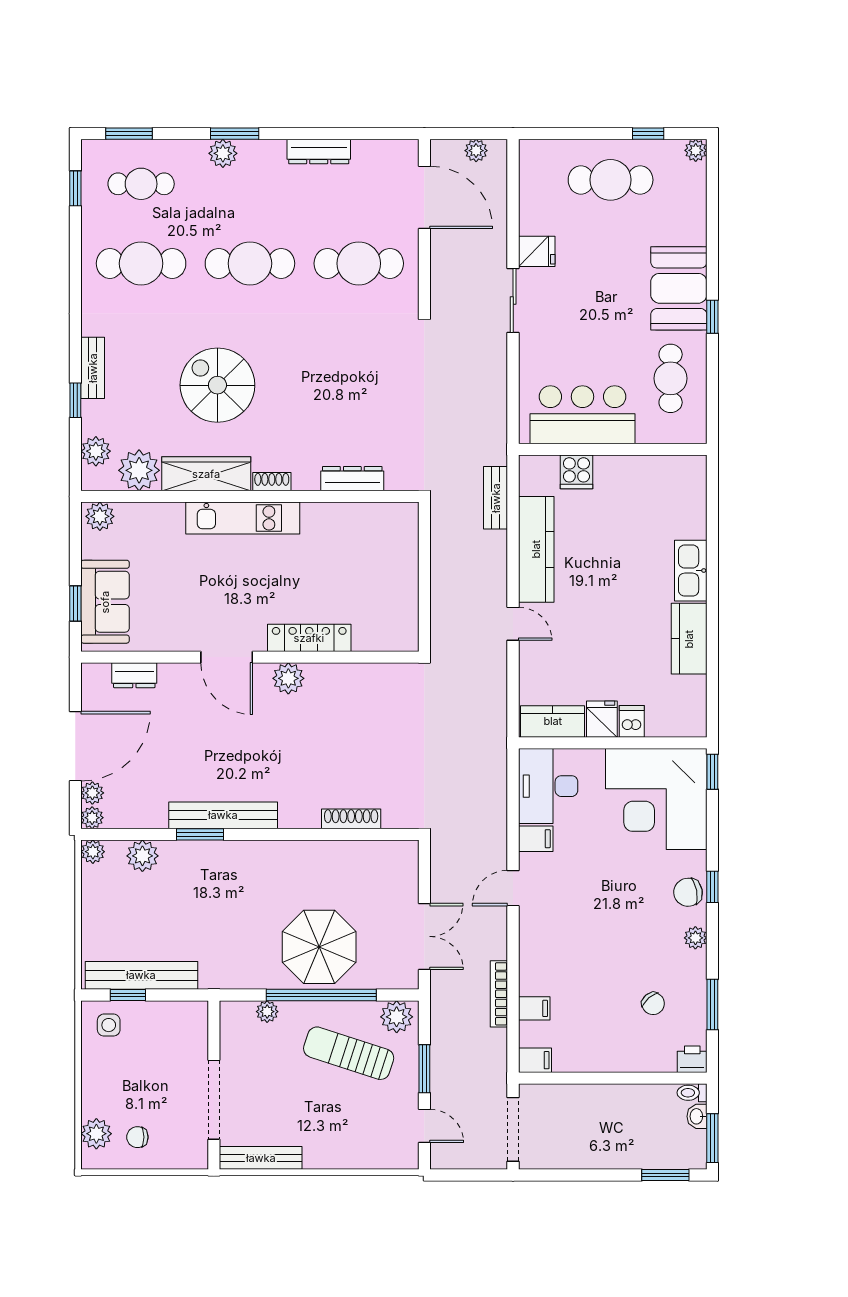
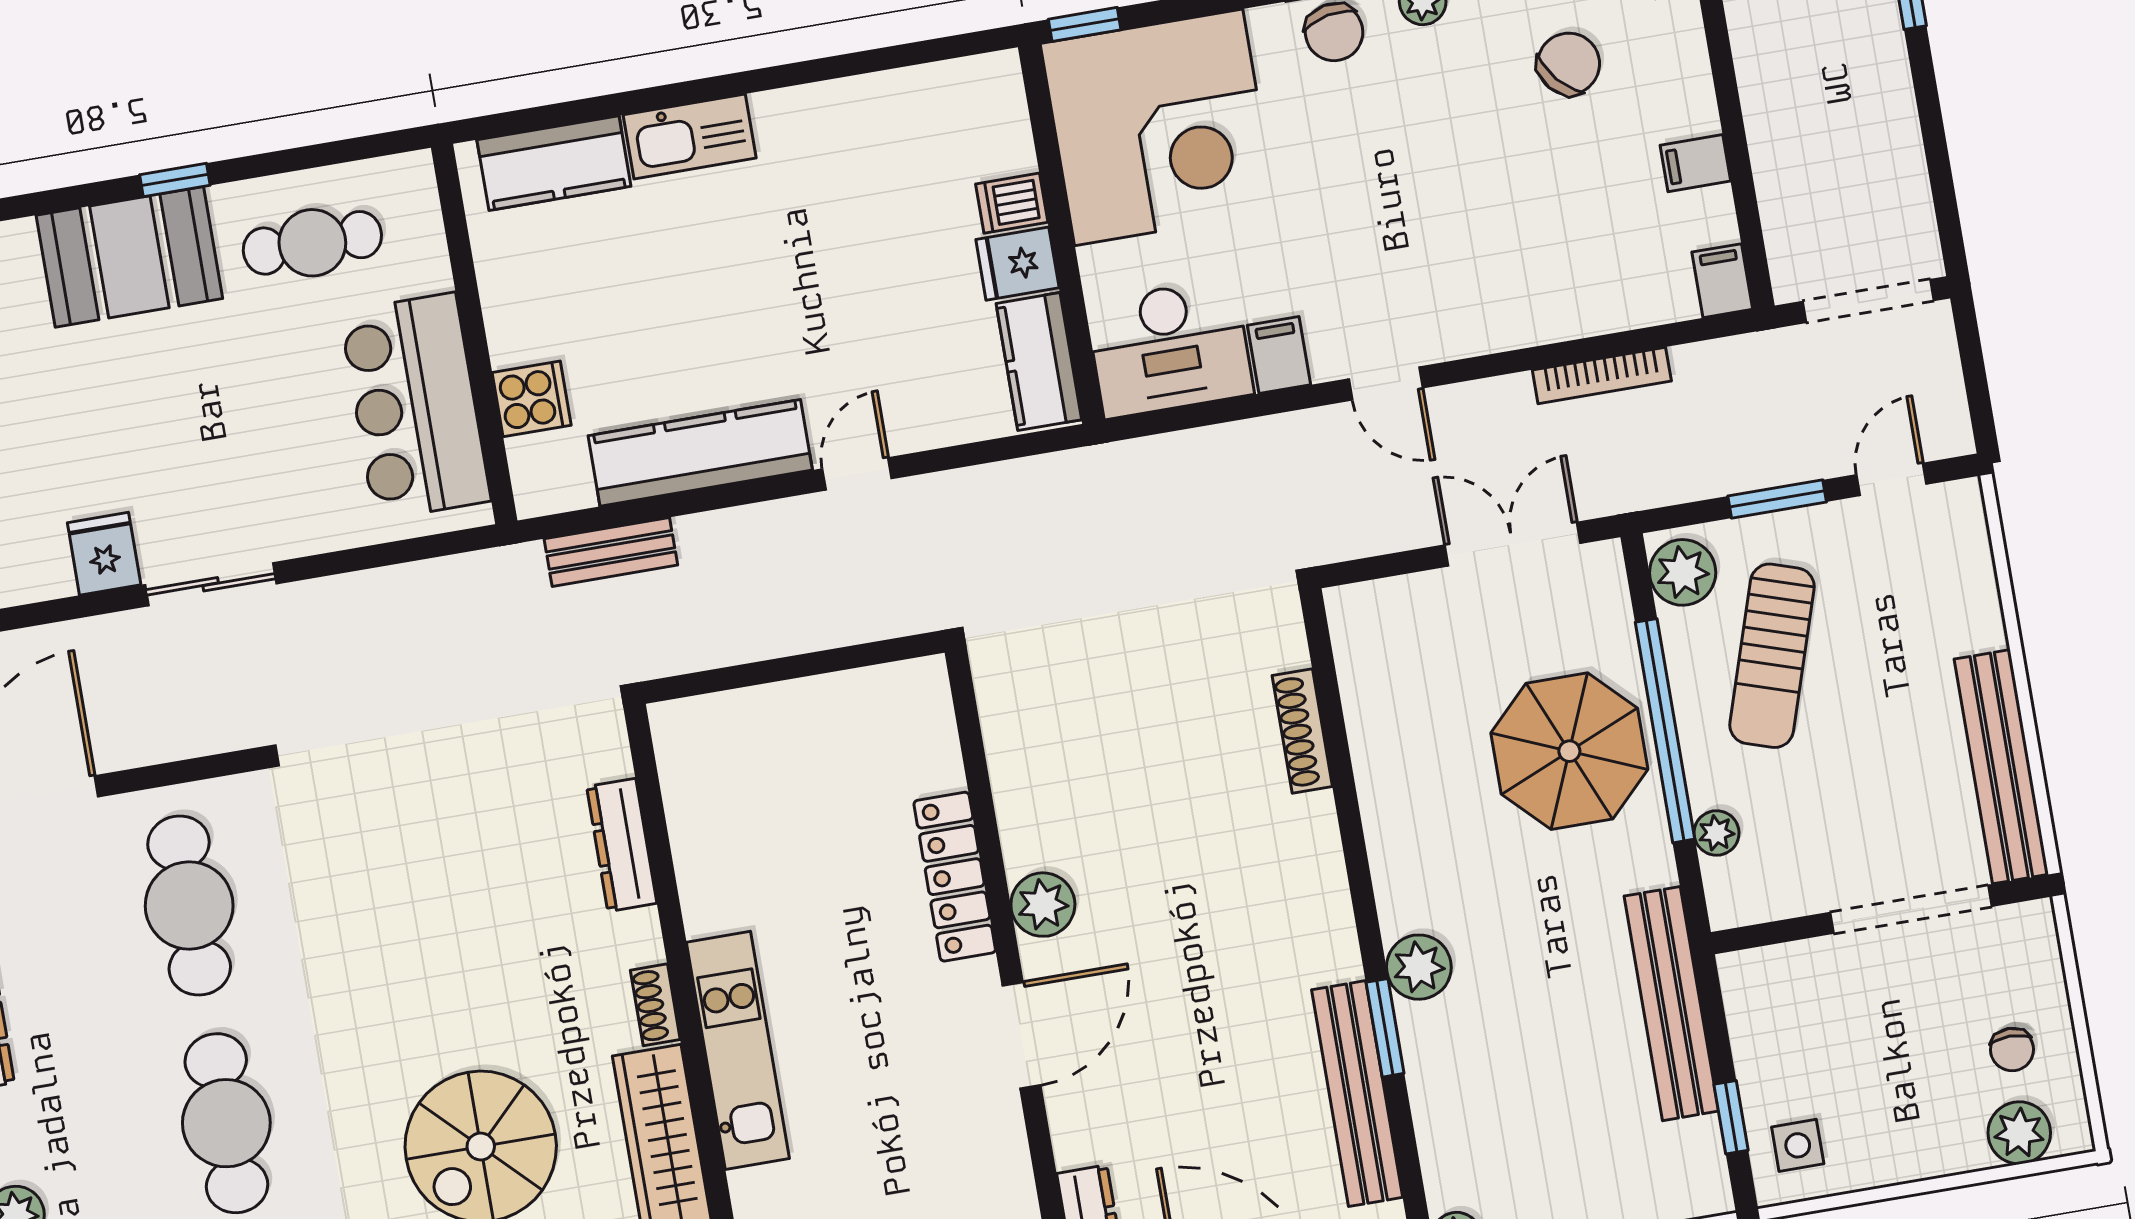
kitchen counter: (689, 639) -> (554, 163), moved
bench: (223, 815) -> (1357, 1094), moved
plant: (142, 856) -> (1419, 967), moved
bench: (141, 975) -> (1671, 1004), moved
chair: (653, 1004) -> (1569, 64), width x1.37, depth x1.37
filing cabinet: (534, 1008) -> (1695, 163), moved, turned -90
bench: (261, 1158) -> (2001, 767), width x1.37, depth x1.21

